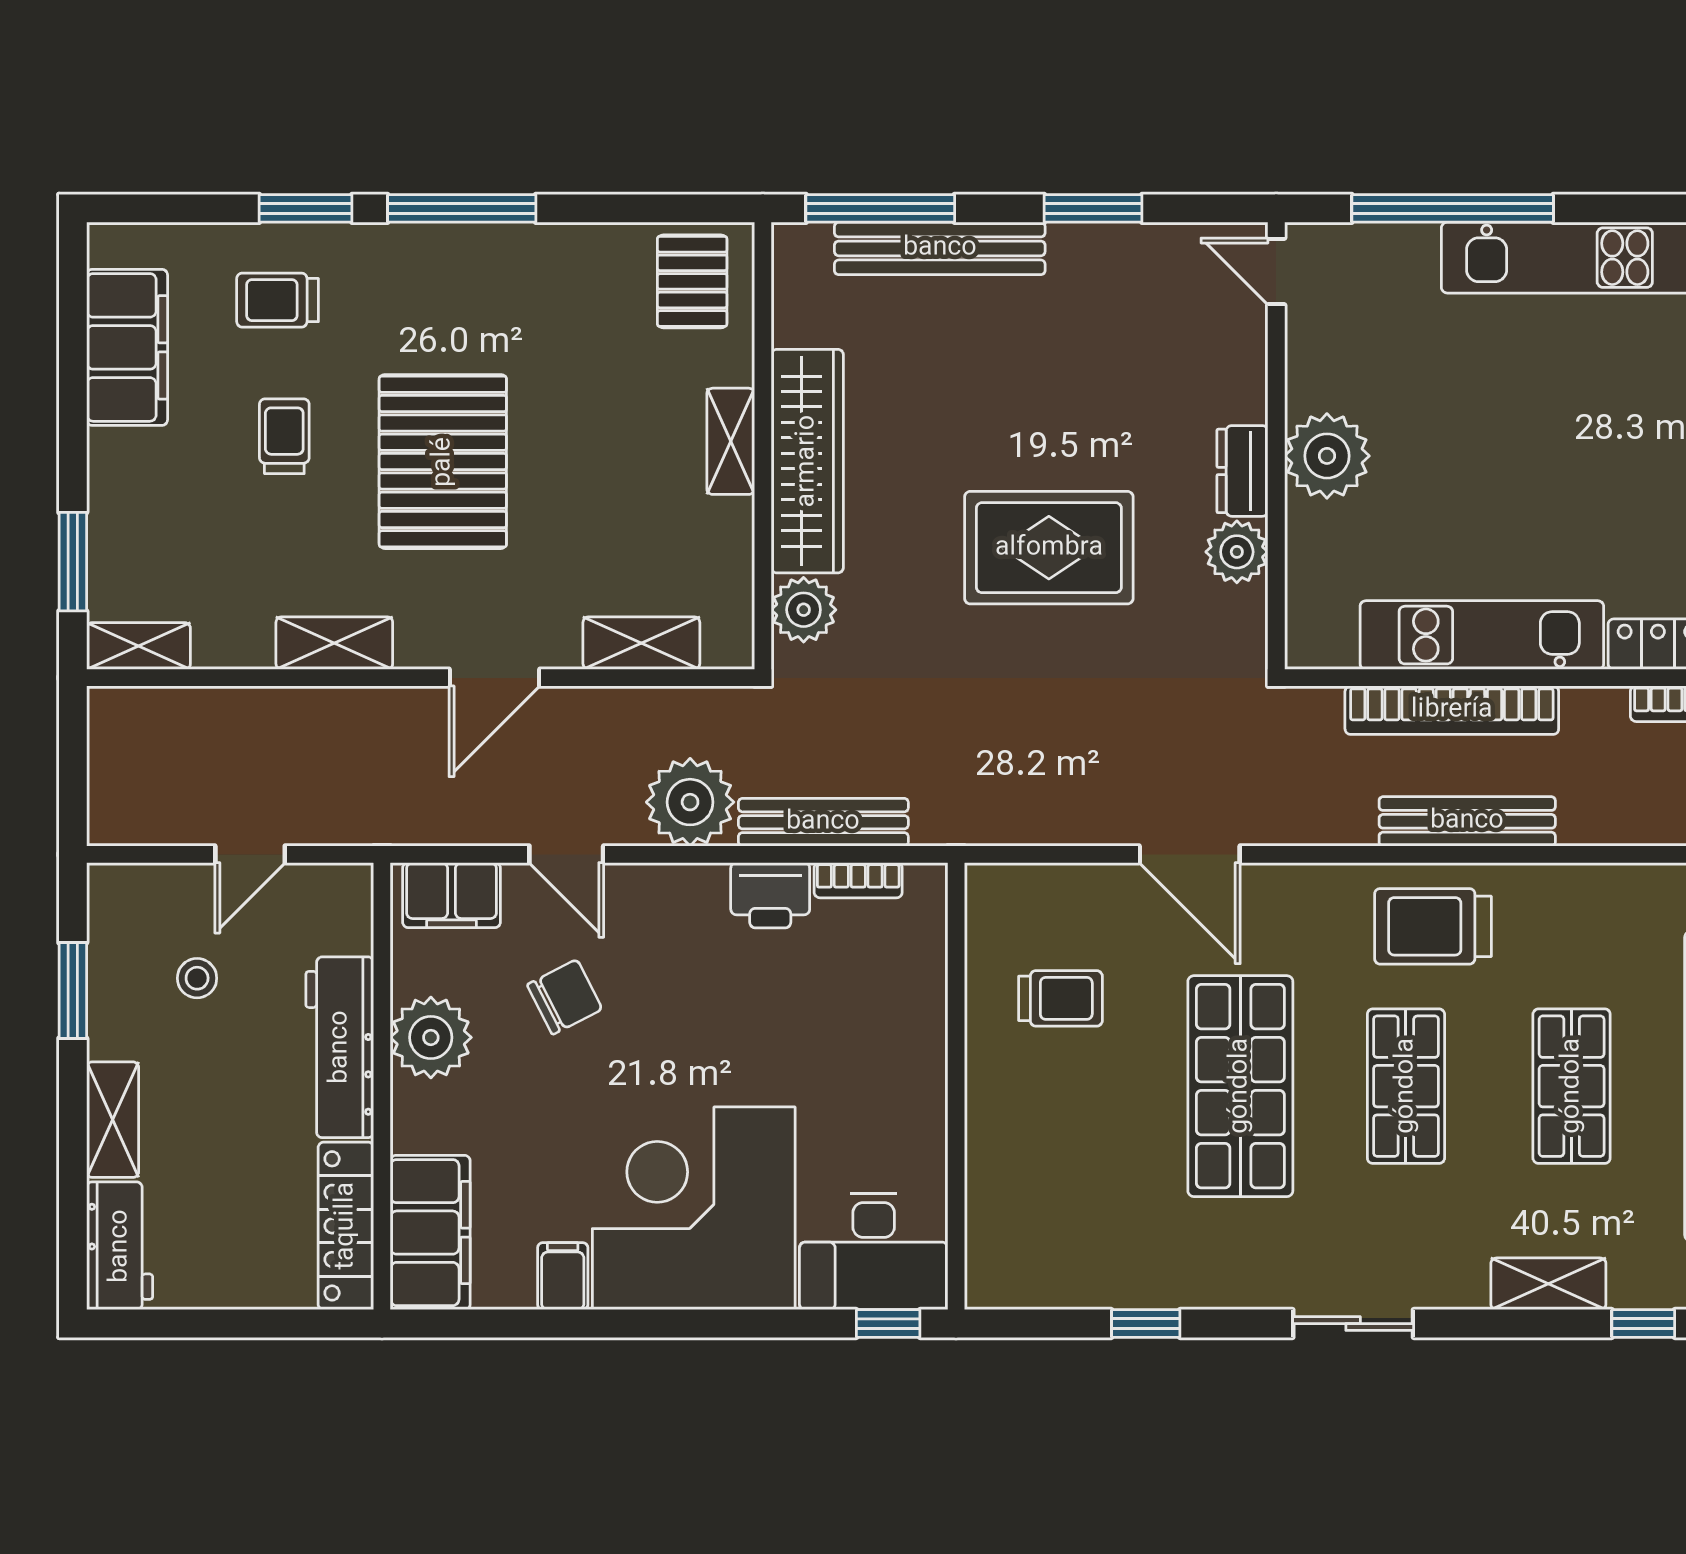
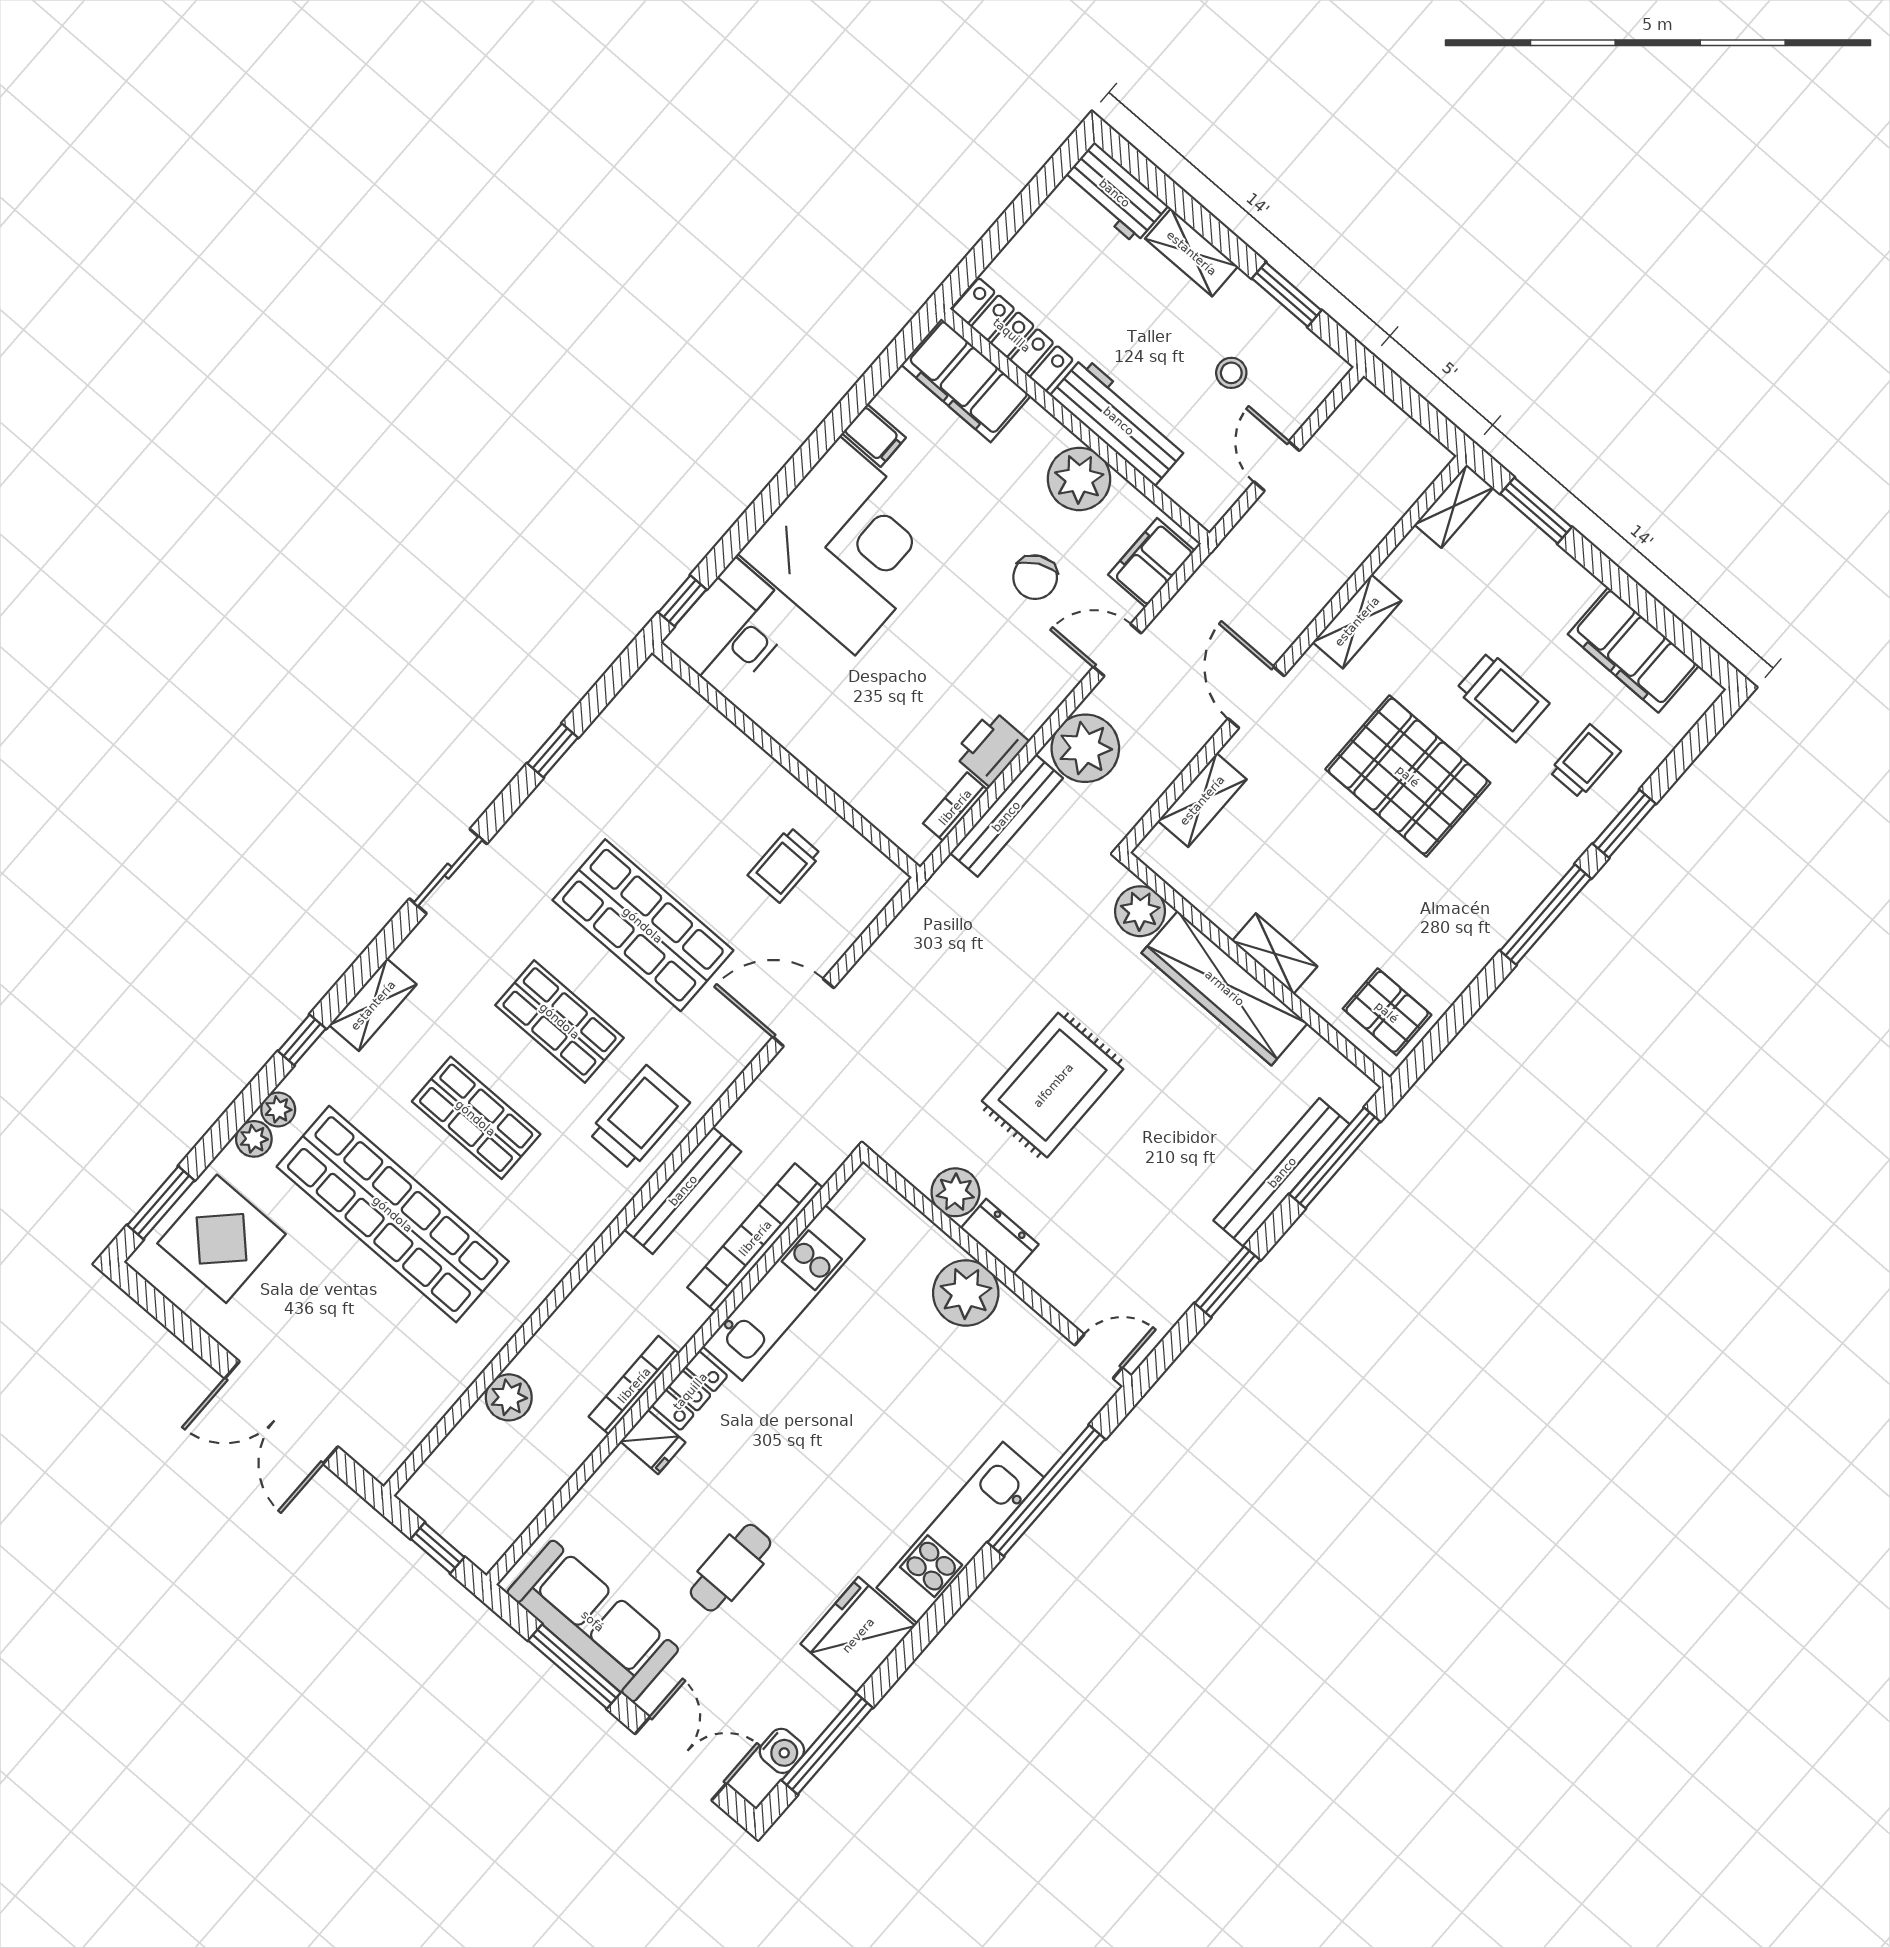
trolley: (284, 436) -> (1502, 697), width x1.36, depth x1.39

